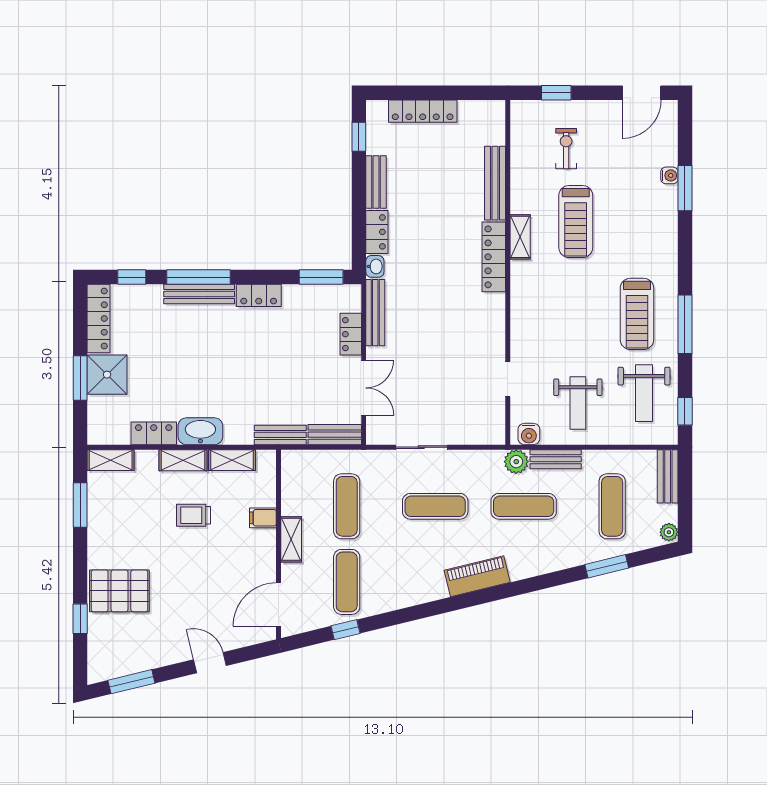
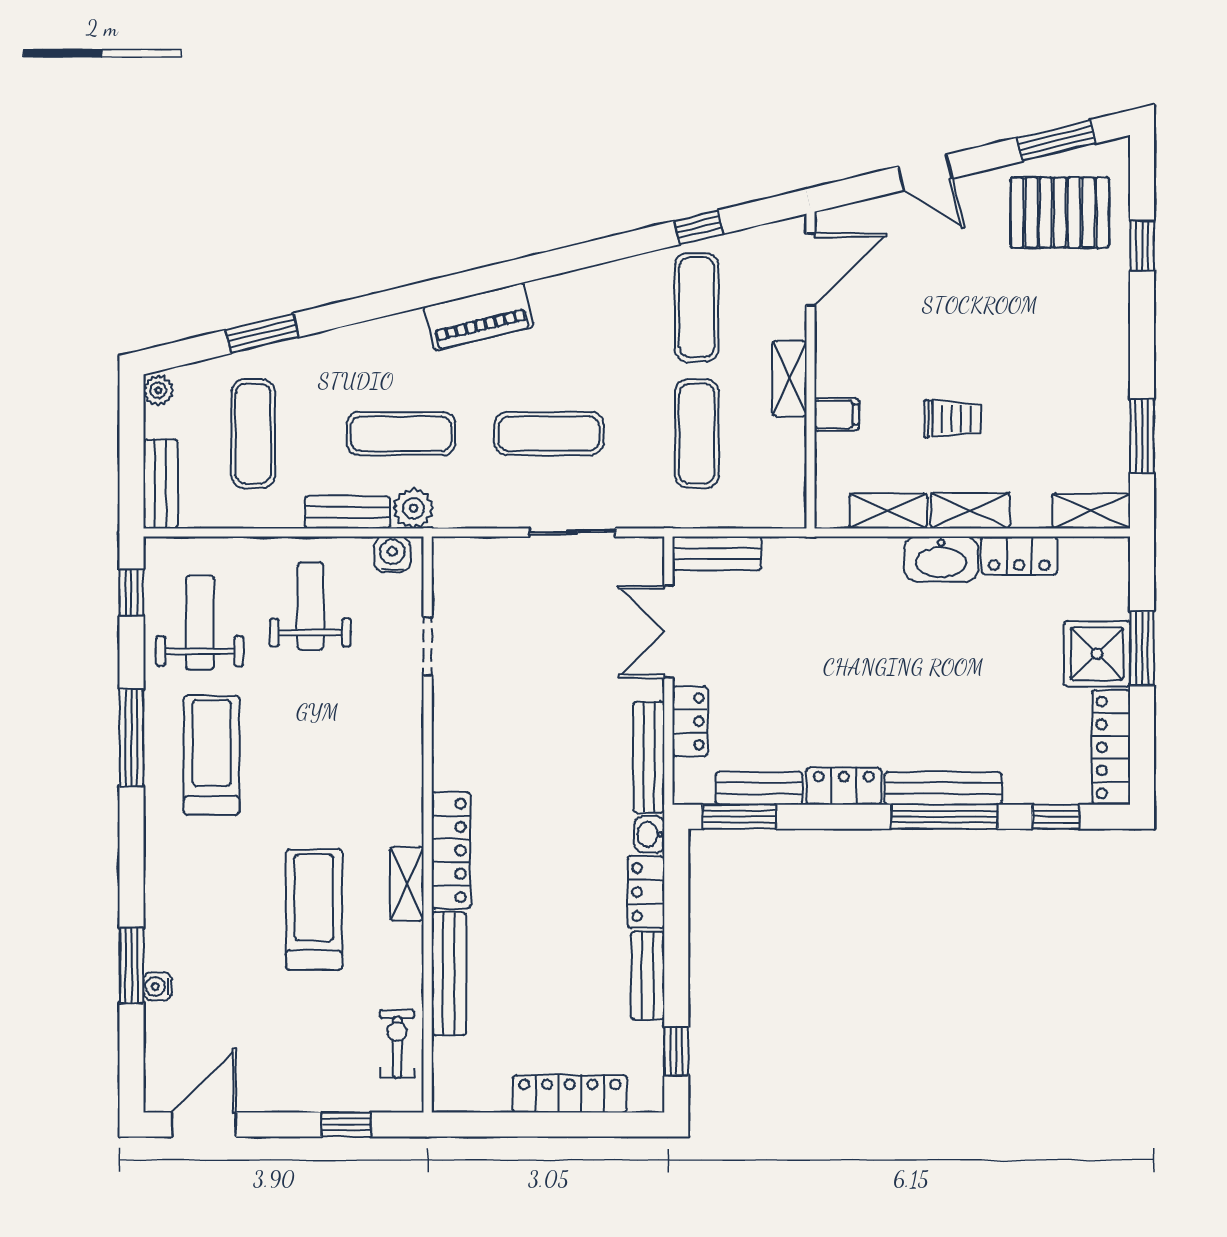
exercise bike: (566, 149) -> (397, 1044), moved, turned 180
bench: (280, 435) -> (759, 788), moved
pallet: (119, 591) -> (1060, 212), moved

